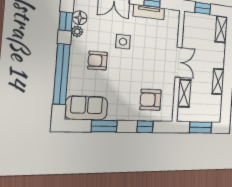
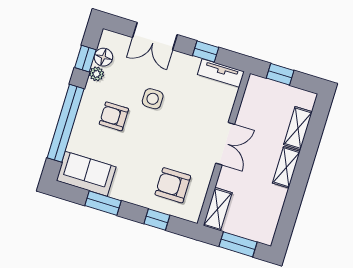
tv unit: (149, 12) -> (221, 73), moved
shelving: (221, 29) -> (298, 128), moved
shelving: (218, 82) -> (286, 167), moved
shelving: (184, 93) -> (218, 209), moved

